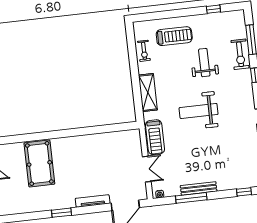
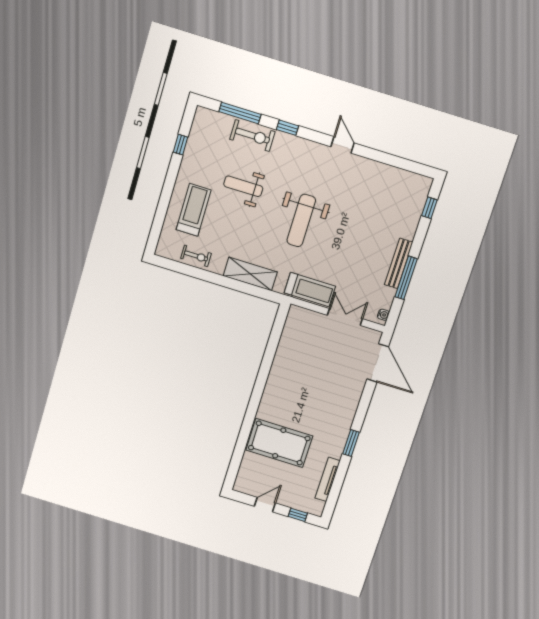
tv unit: (93, 201) -> (328, 479), moved

